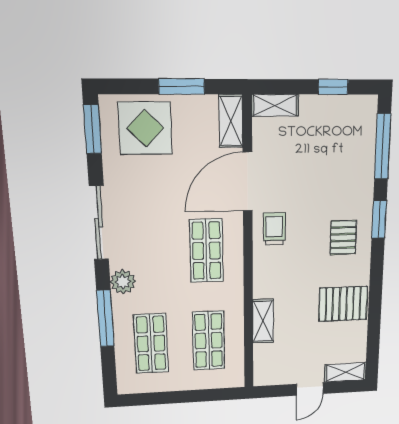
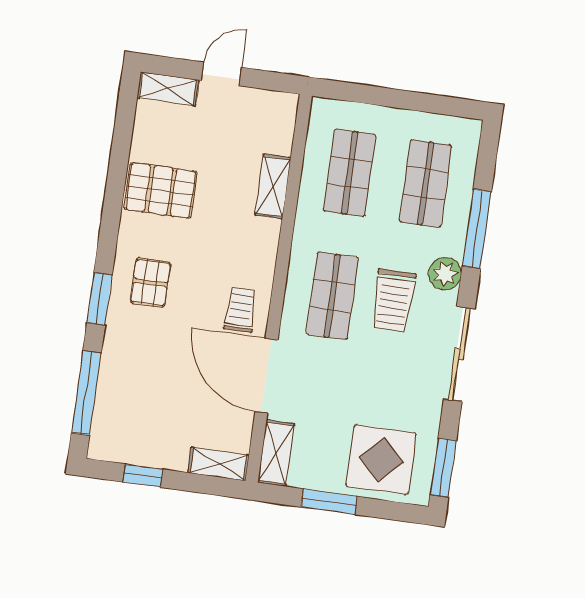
door: (247, 182) -> (266, 376), swing flipped
trolley: (274, 229) -> (241, 310), turned 180
trolley: (159, 255) -> (393, 300), added

